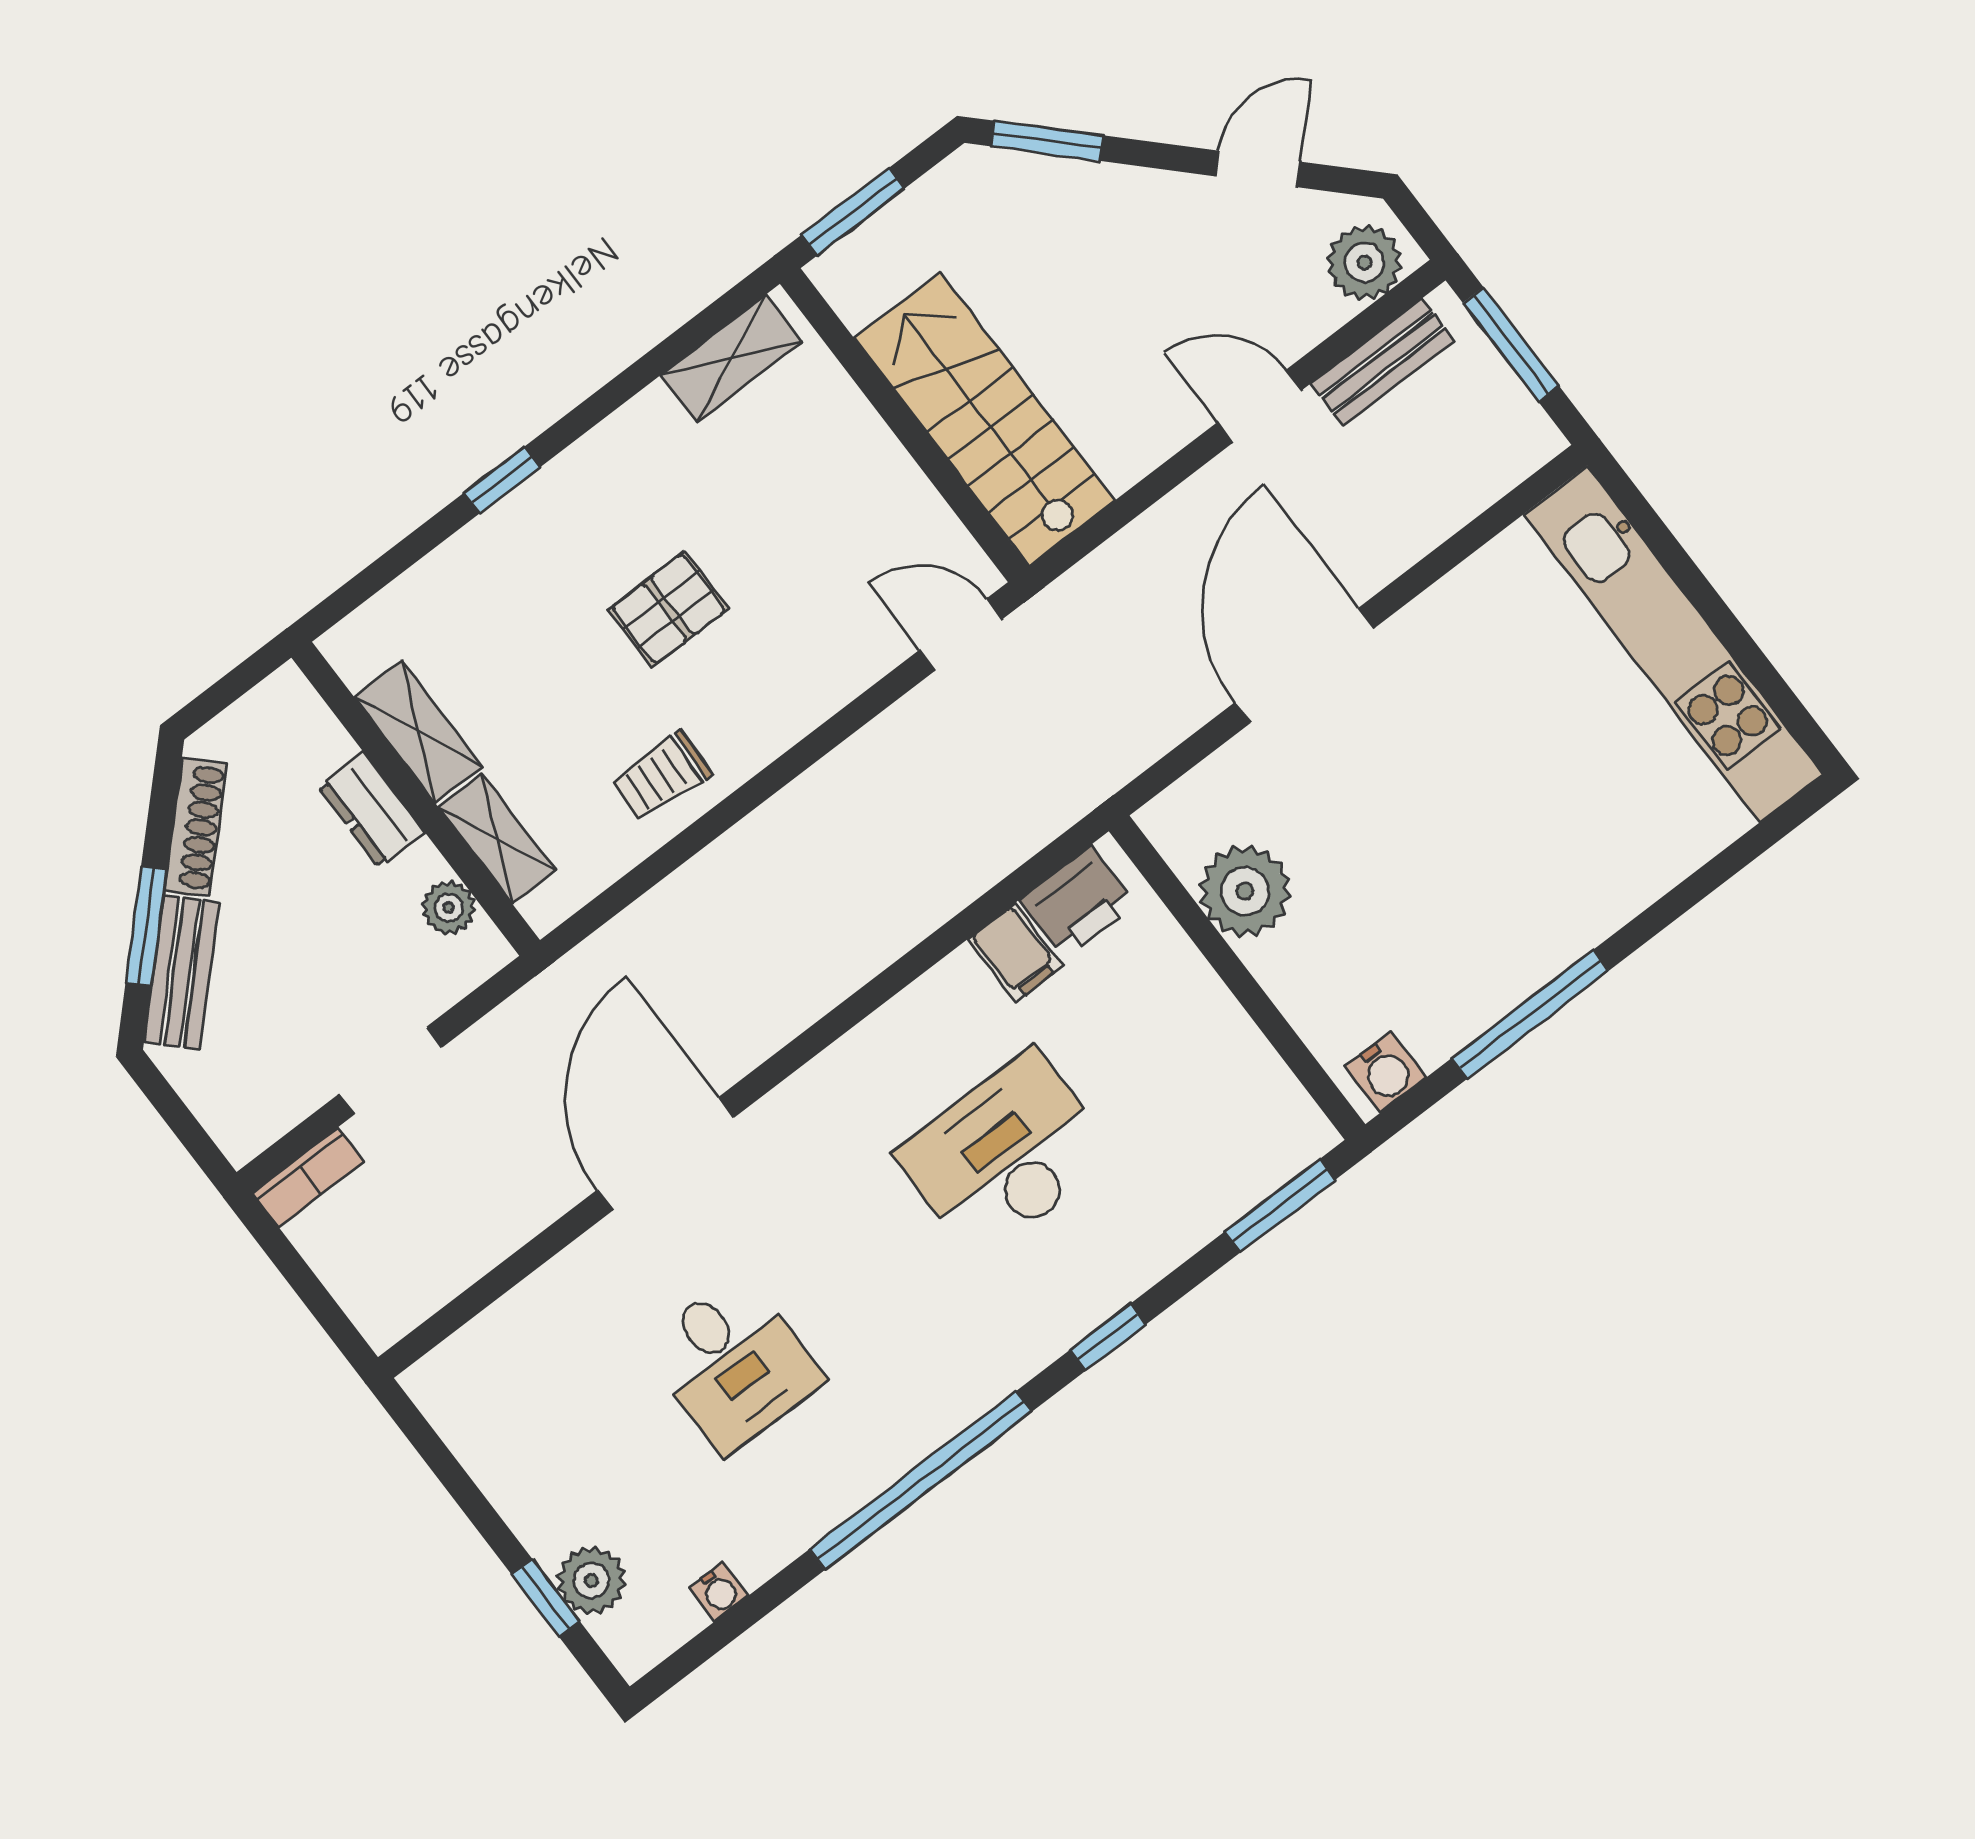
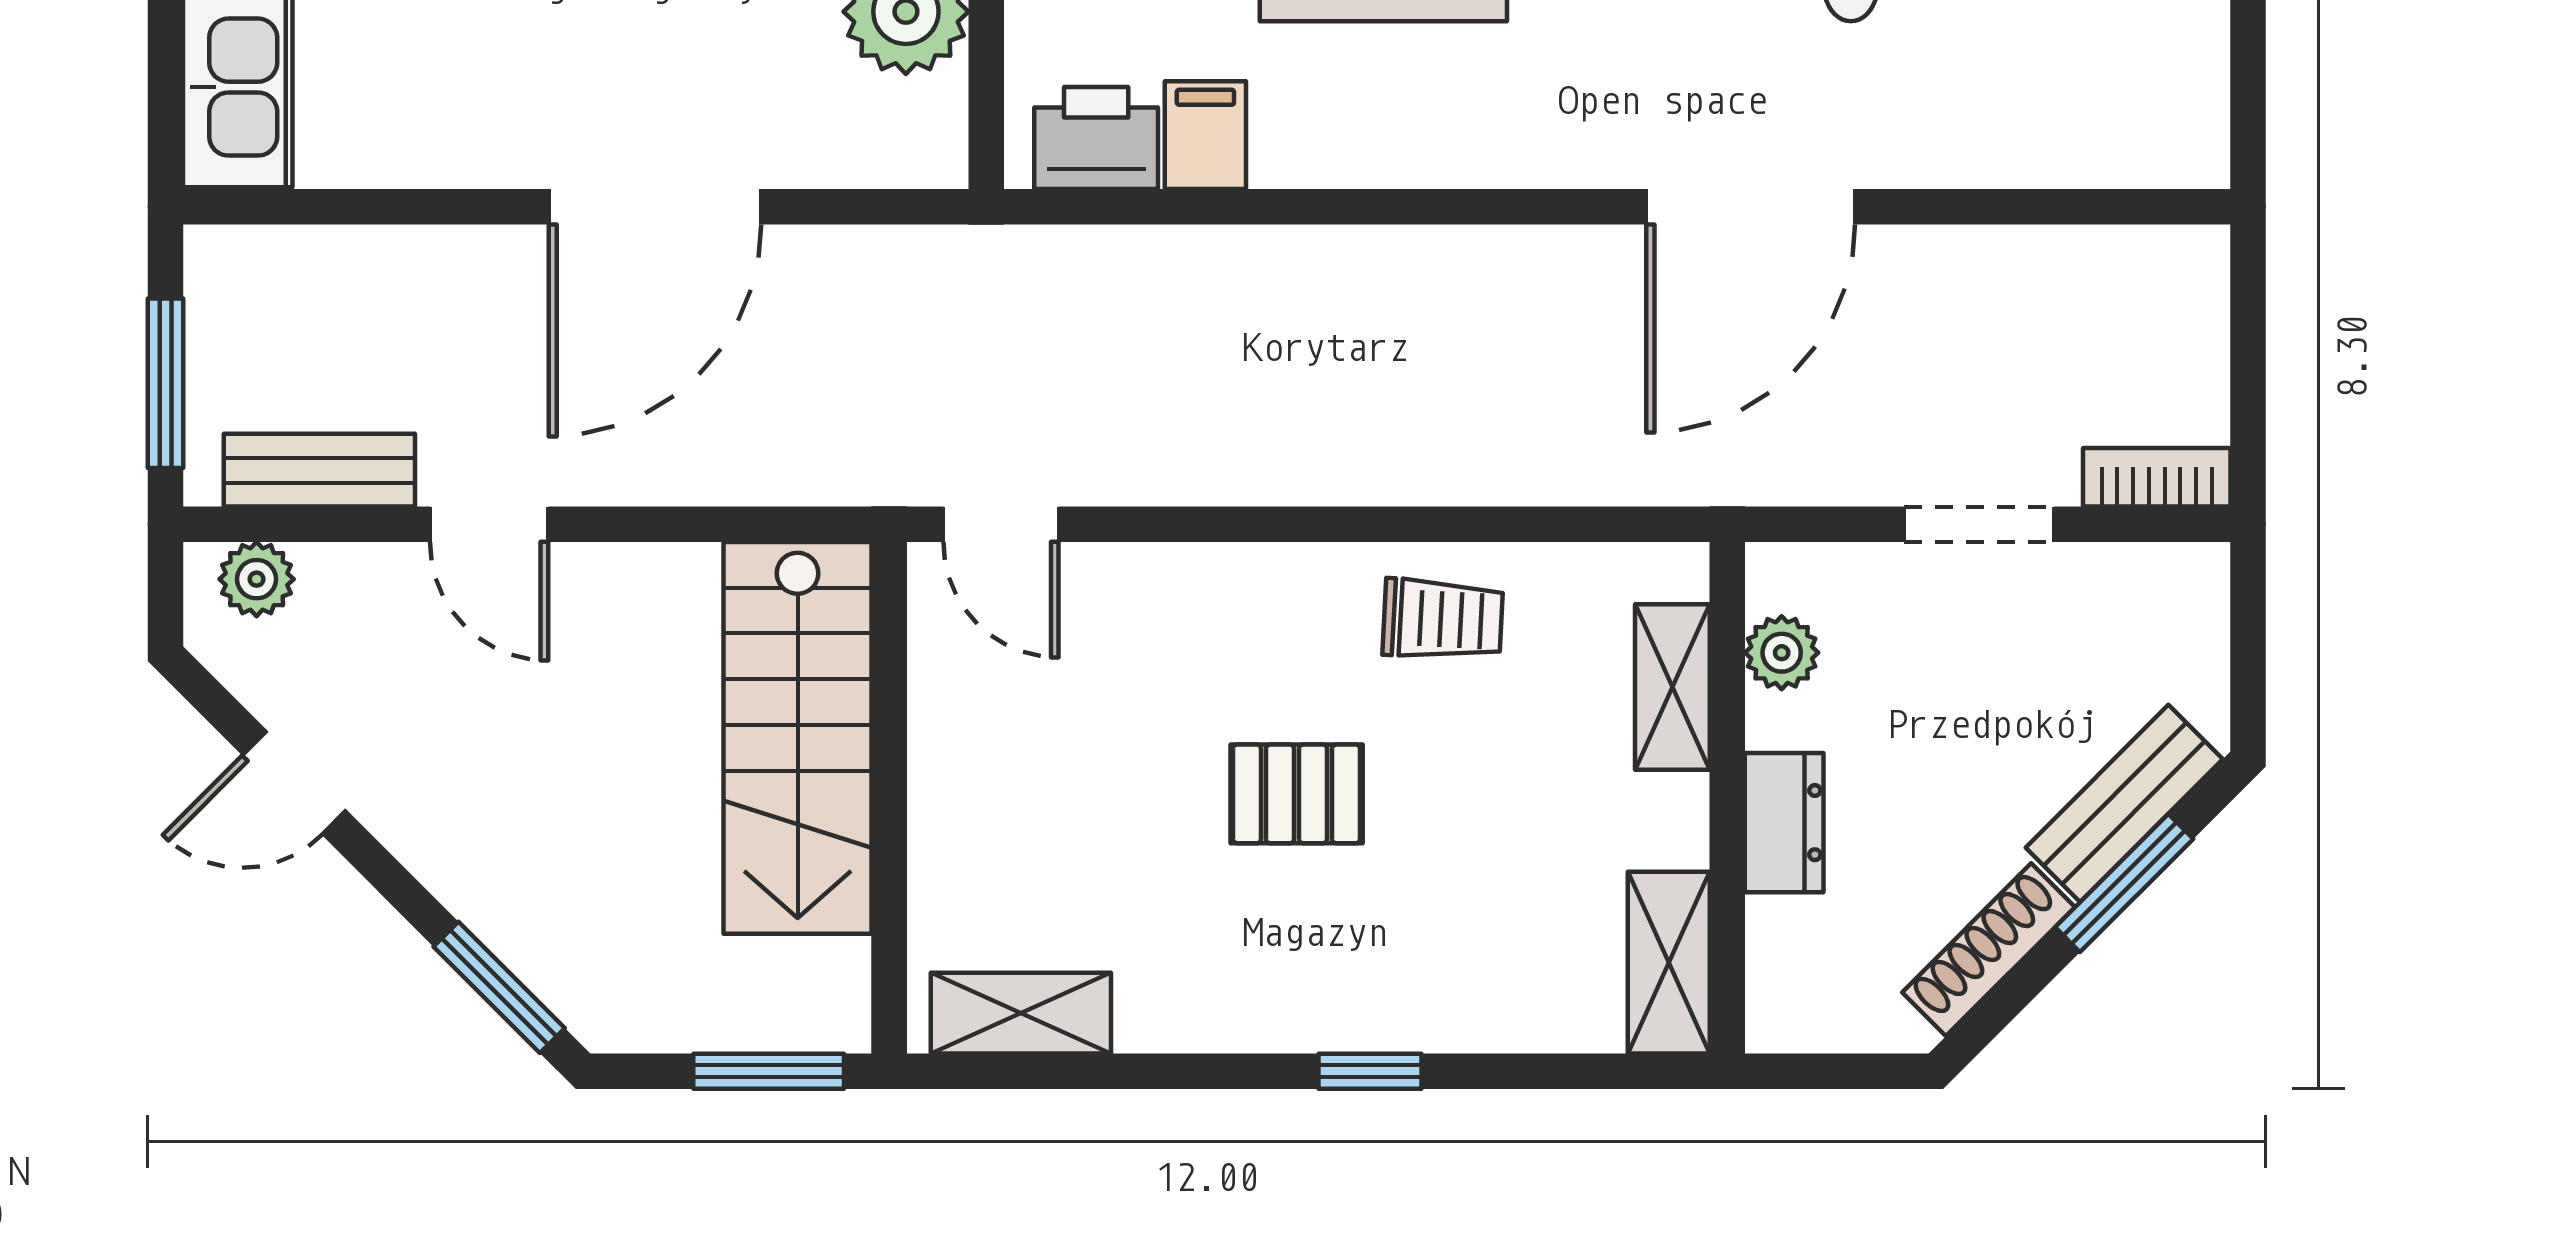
plant: (1364, 263) -> (257, 579), width x0.73, depth x0.73
shelving: (418, 732) -> (1669, 963), moved

